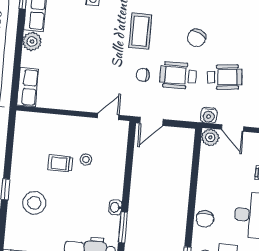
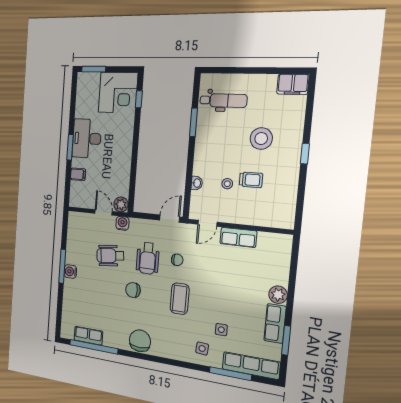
chair: (197, 38) -> (133, 290), turned -113
wheelchair: (178, 76) -> (148, 258), turned 90
row of seats: (28, 87) -> (238, 237), moved, turned -90
stool: (34, 203) -> (261, 139), moved
washbasin: (115, 207) -> (197, 183), moved
chair: (205, 219) -> (124, 134), removed

